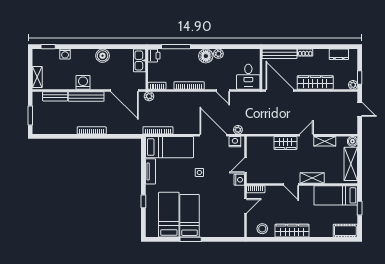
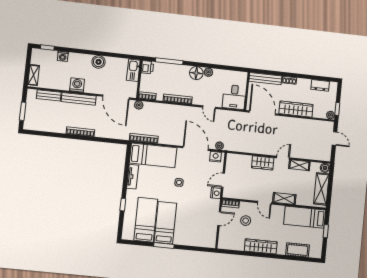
stool: (262, 229) -> (246, 221), moved
cot: (345, 231) -> (298, 250), moved

